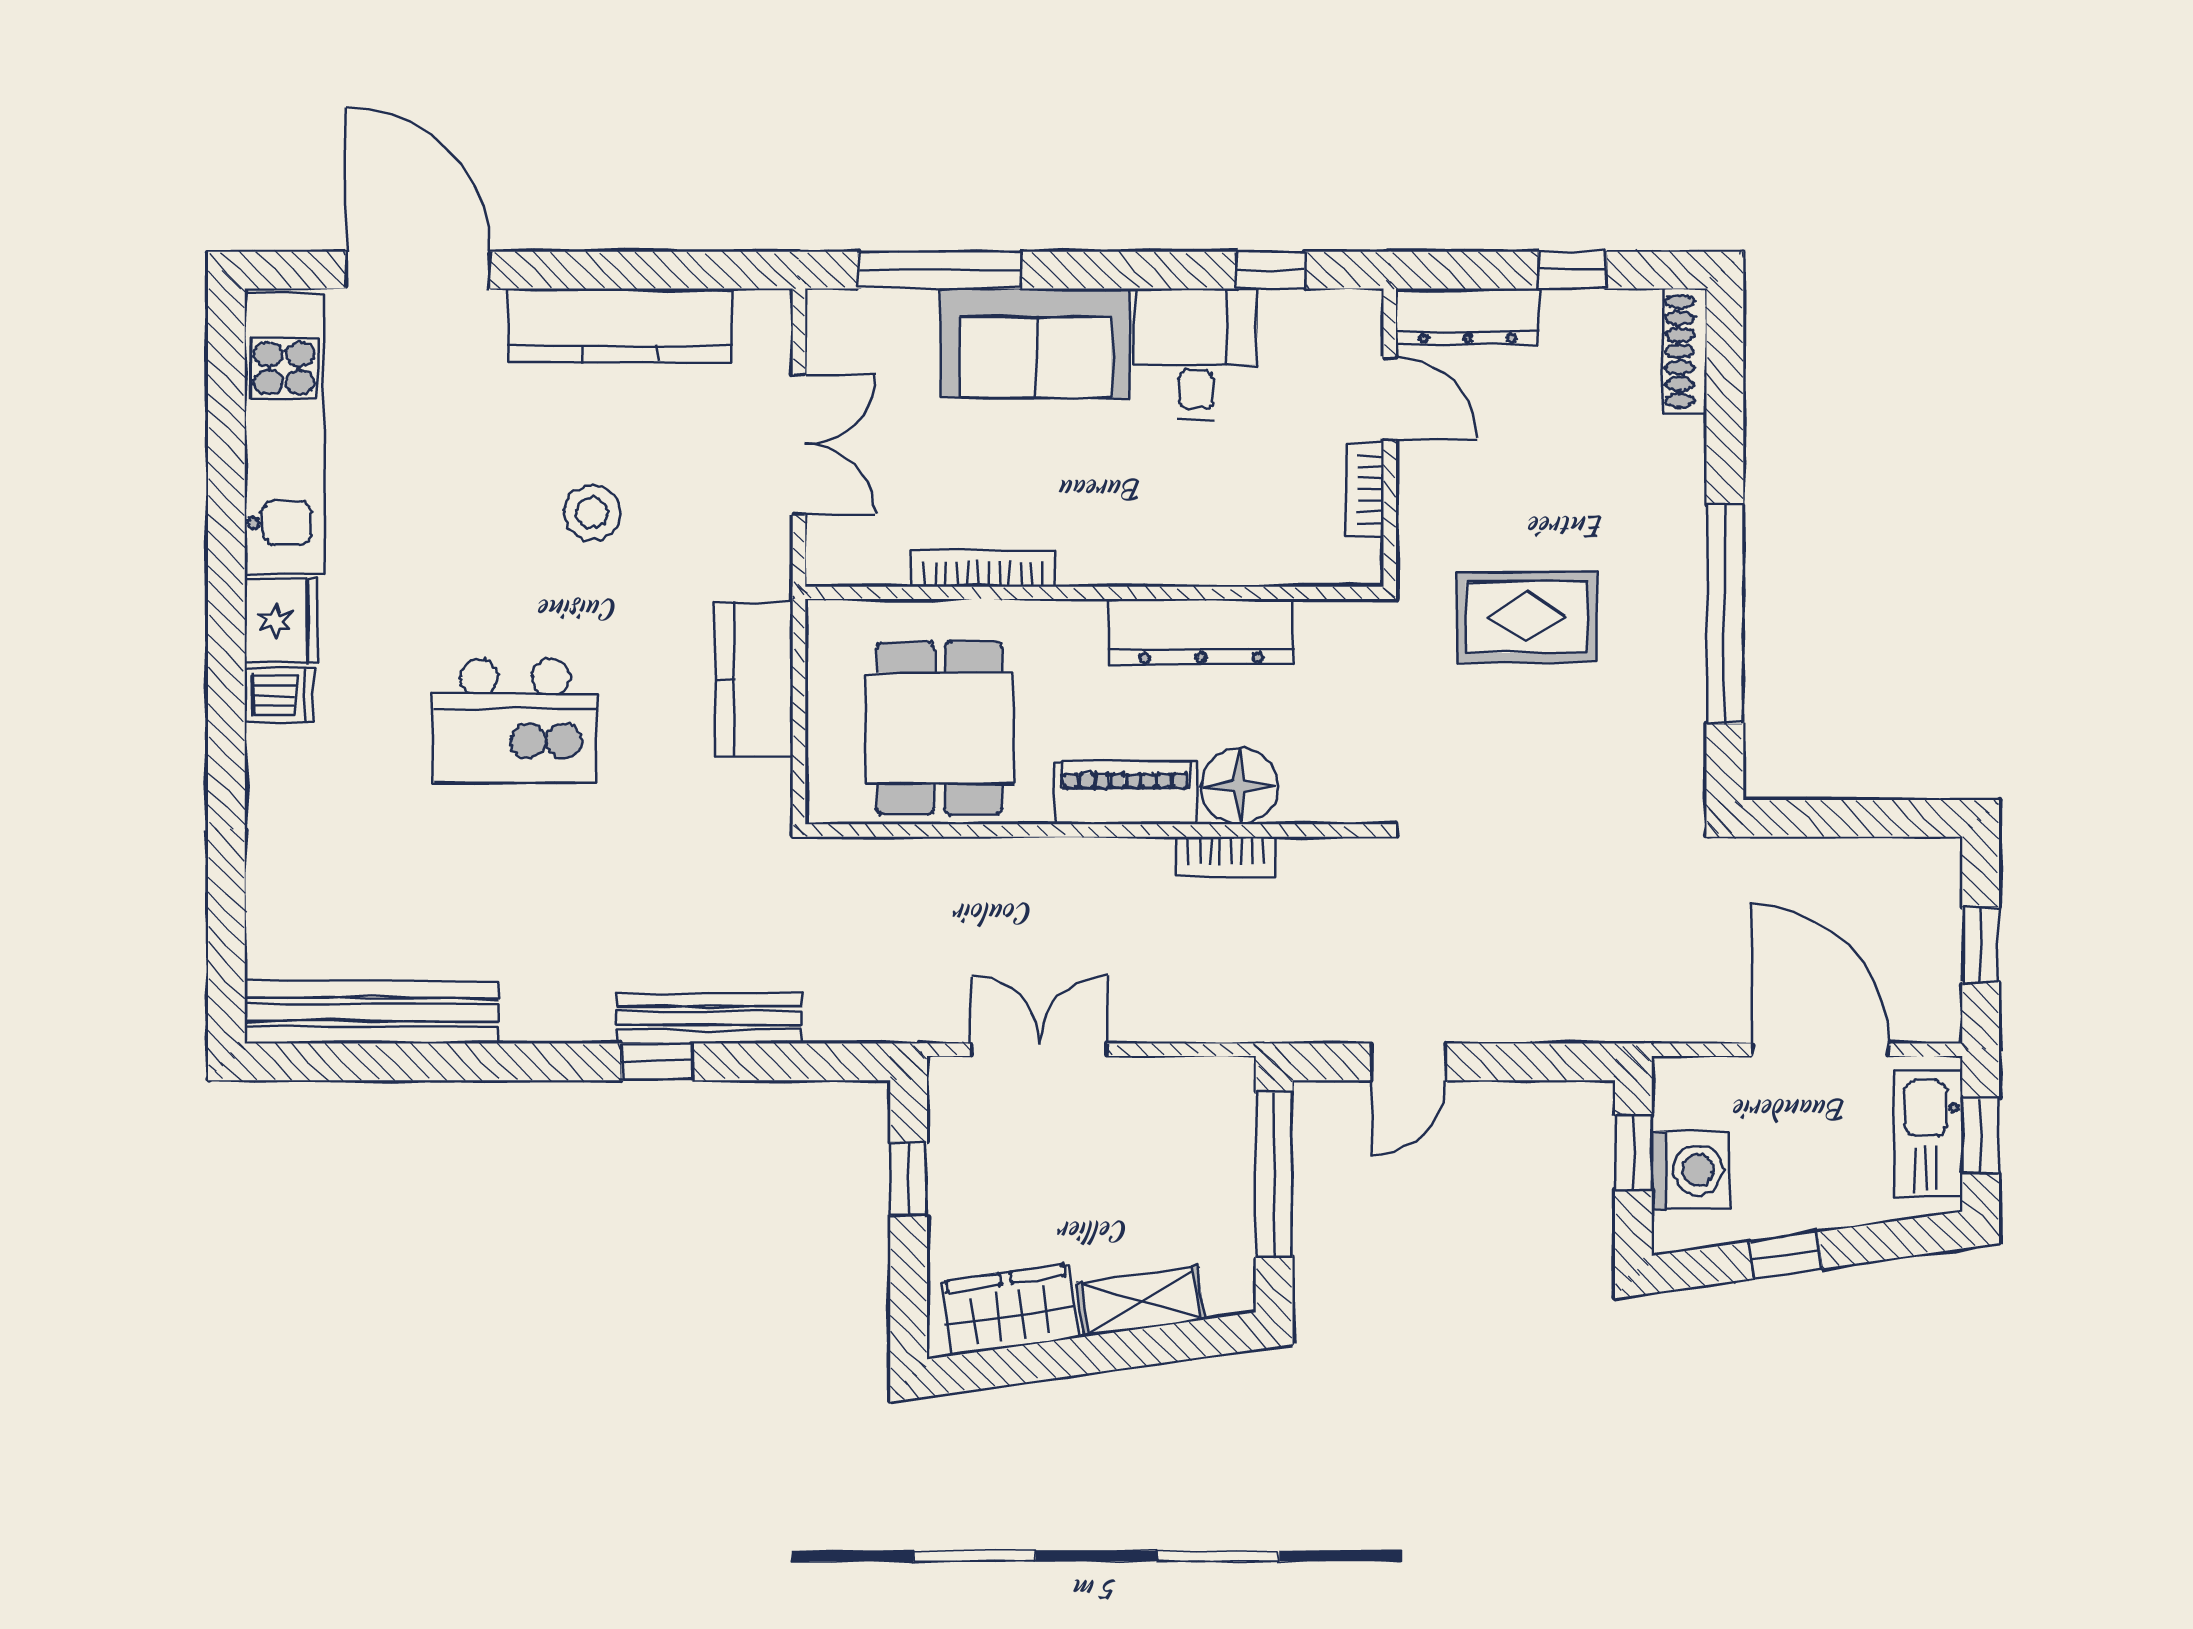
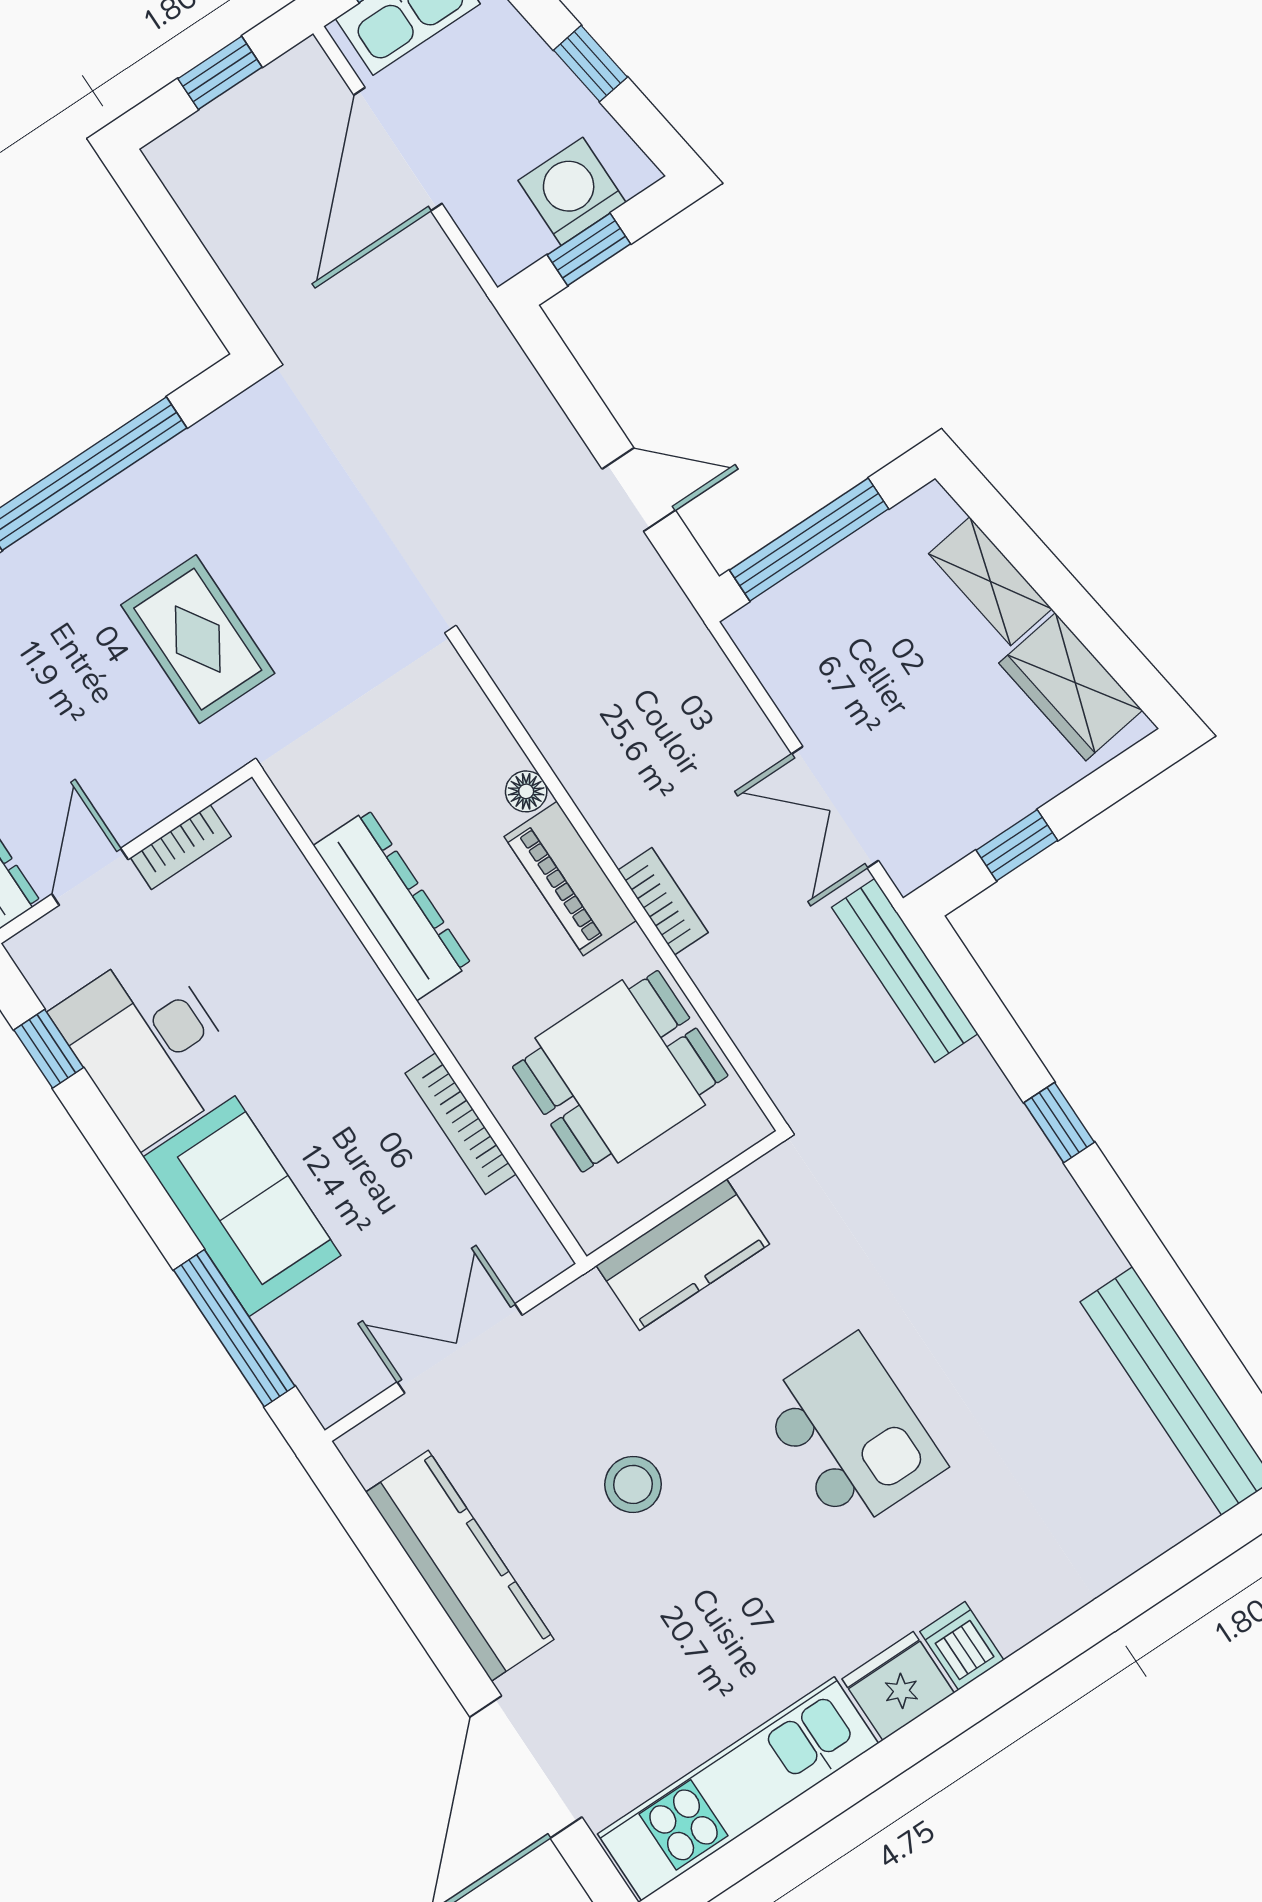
desk: (1196, 354) -> (149, 1046), width x1.37
floor lamp: (1239, 786) -> (526, 791), width x0.53, depth x0.53
bookcase: (1226, 857) -> (663, 901), moved
bench: (709, 1018) -> (905, 971), moved

